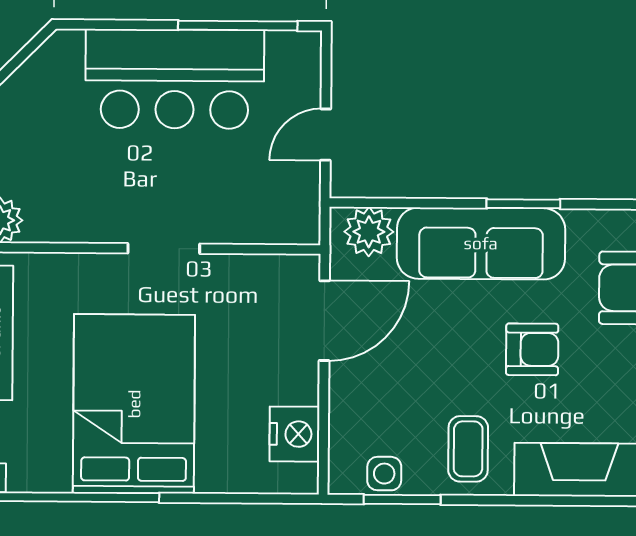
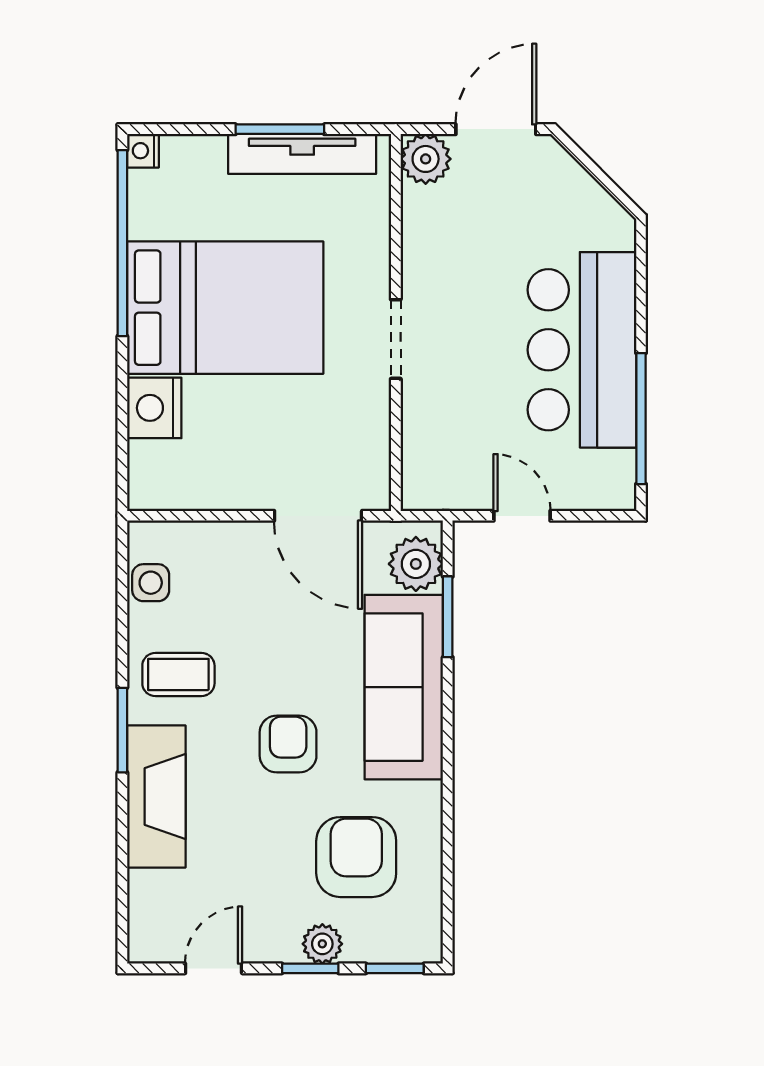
window: (523, 204) -> (448, 617), moved
armchair: (532, 349) -> (288, 744), turned 180
nightstand: (294, 434) -> (154, 408), moved, turned 90
window: (402, 499) -> (122, 730), moved

